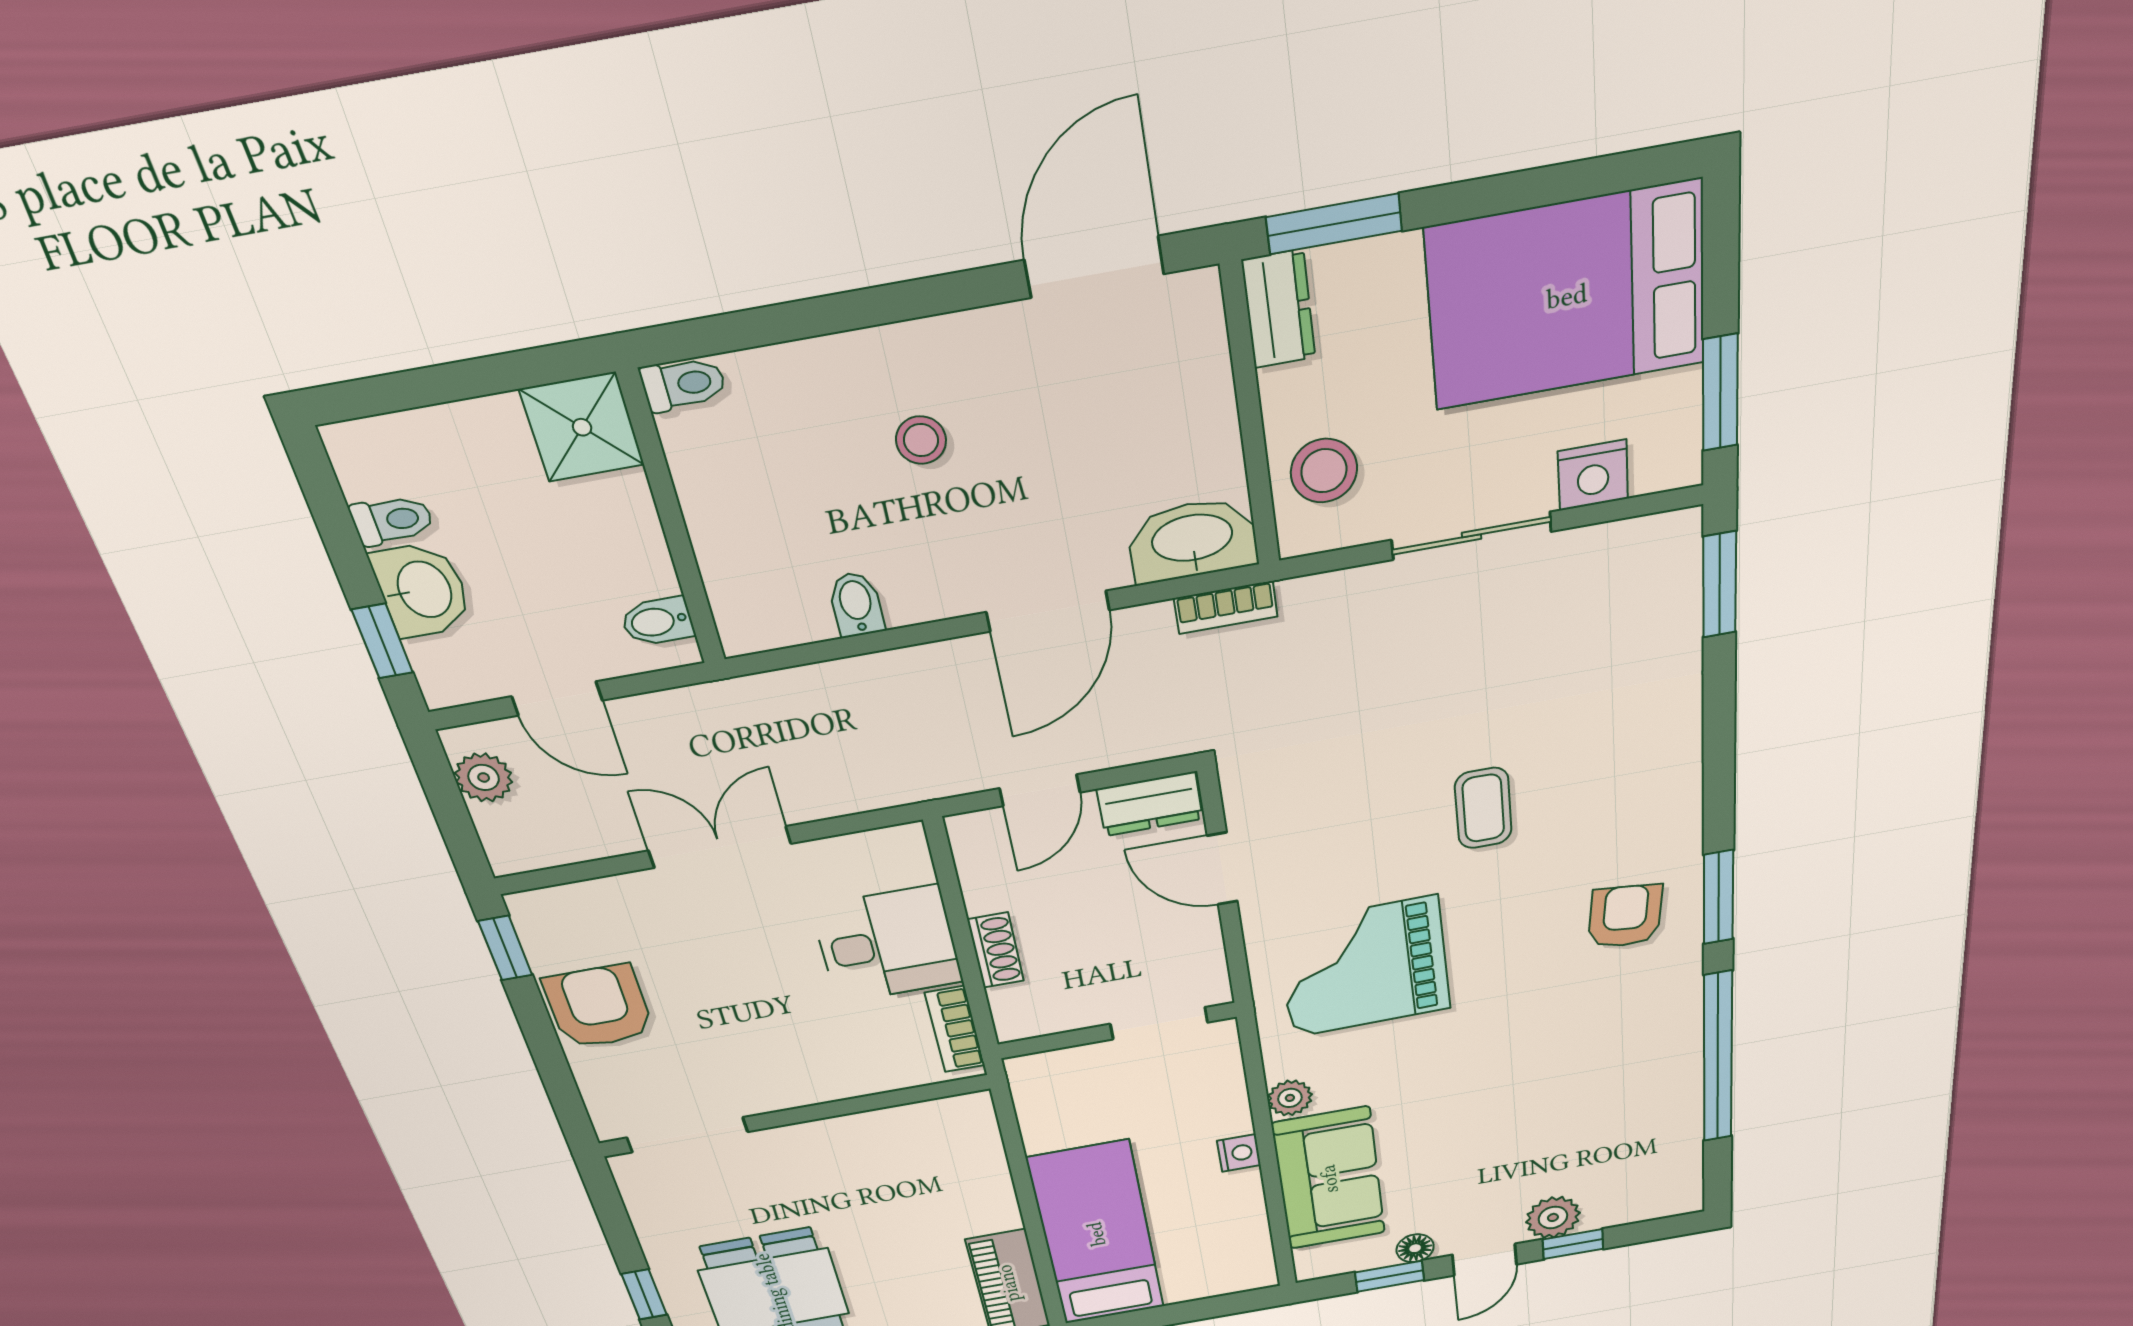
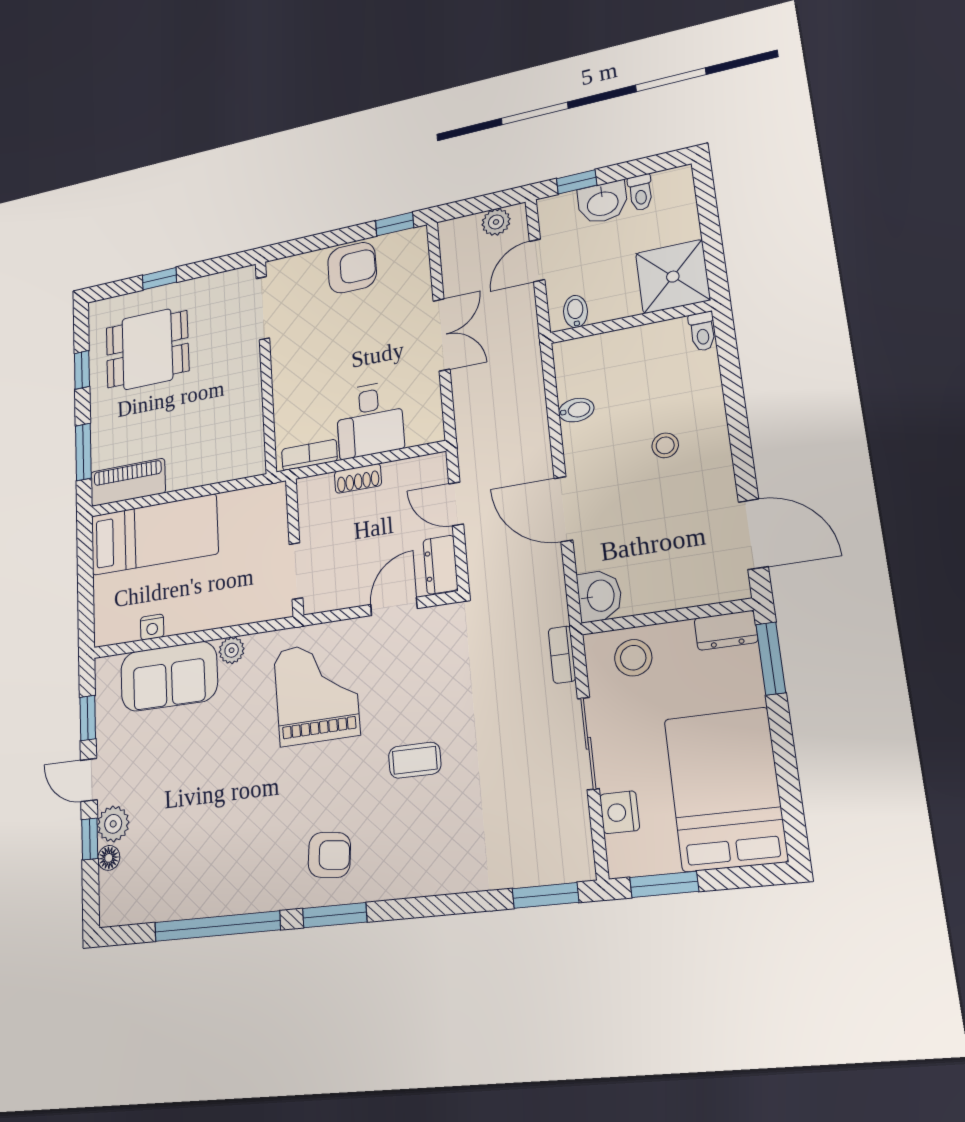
shower: (582, 427) -> (673, 277), width x1.36, depth x1.36
washbasin: (1192, 540) -> (599, 596), width x0.72
bookcase: (1226, 607) -> (562, 655), moved
nightstand: (1239, 1153) -> (152, 627), moved
floor lamp: (1415, 1248) -> (109, 858), moved

